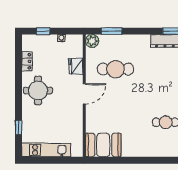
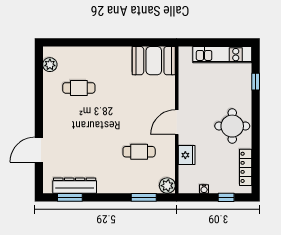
locker: (27, 61) -> (246, 167), width x1.53
cafe table: (116, 69) -> (139, 152), width x0.73, depth x0.74

